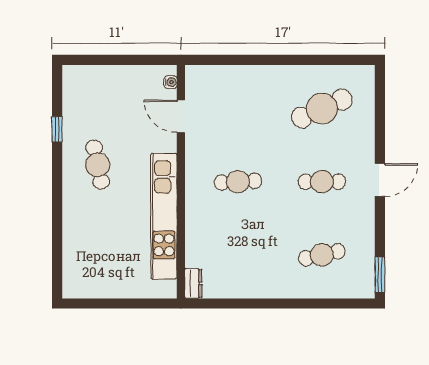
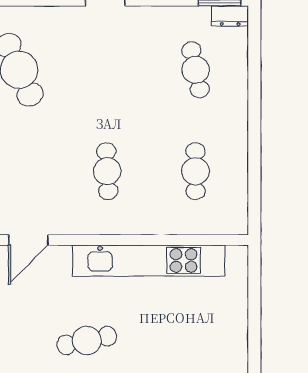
cafe table: (322, 182) -> (196, 171), moved
dresser: (193, 283) -> (230, 16), moved, turned 180

